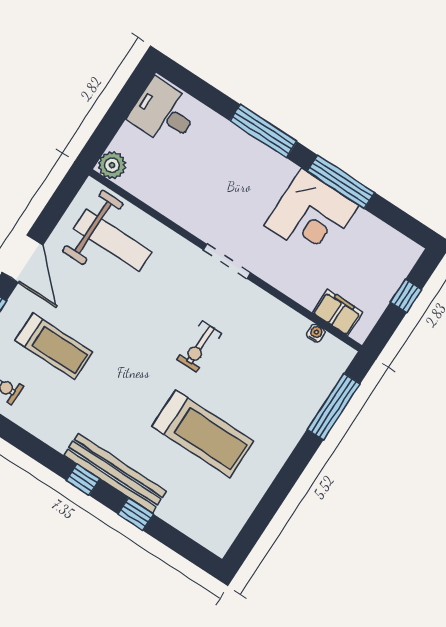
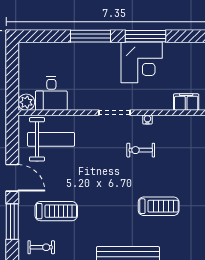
desk: (164, 113) -> (51, 94), moved, turned -90
water cooler: (316, 333) -> (147, 119), moved
exercise bike: (199, 347) -> (141, 150), moved, turned 90
treadmill: (203, 434) -> (159, 206), width x0.73, depth x0.73

